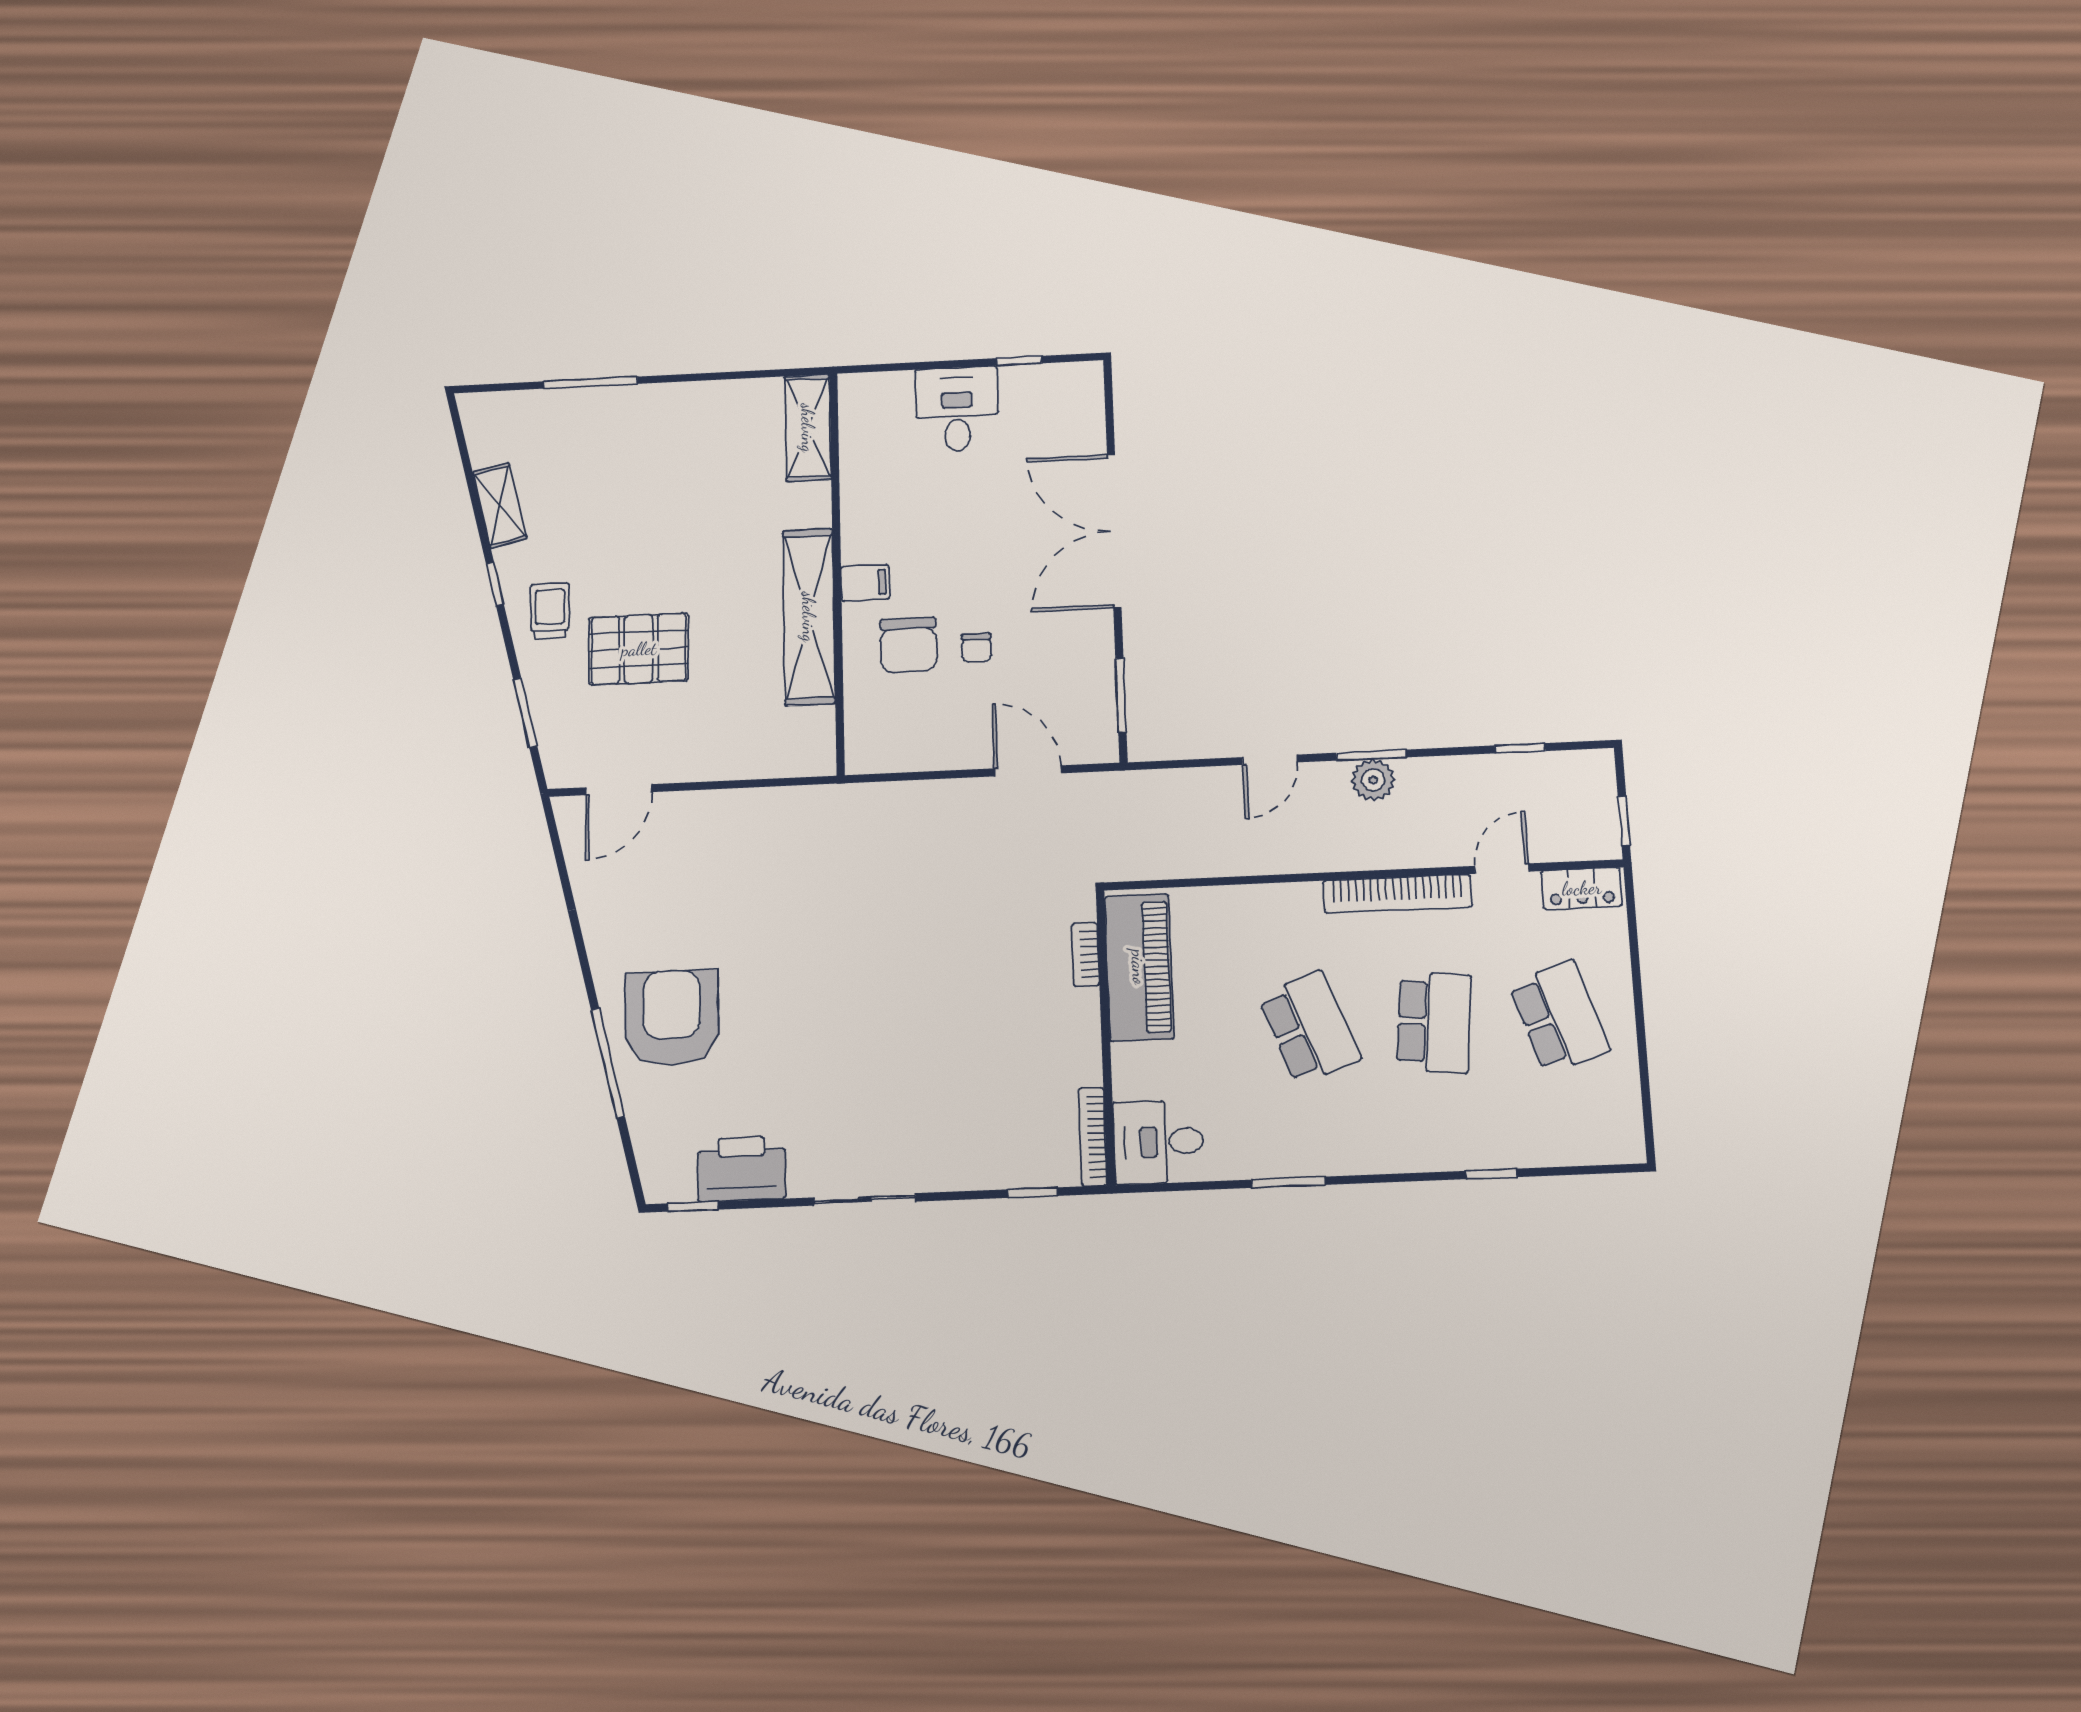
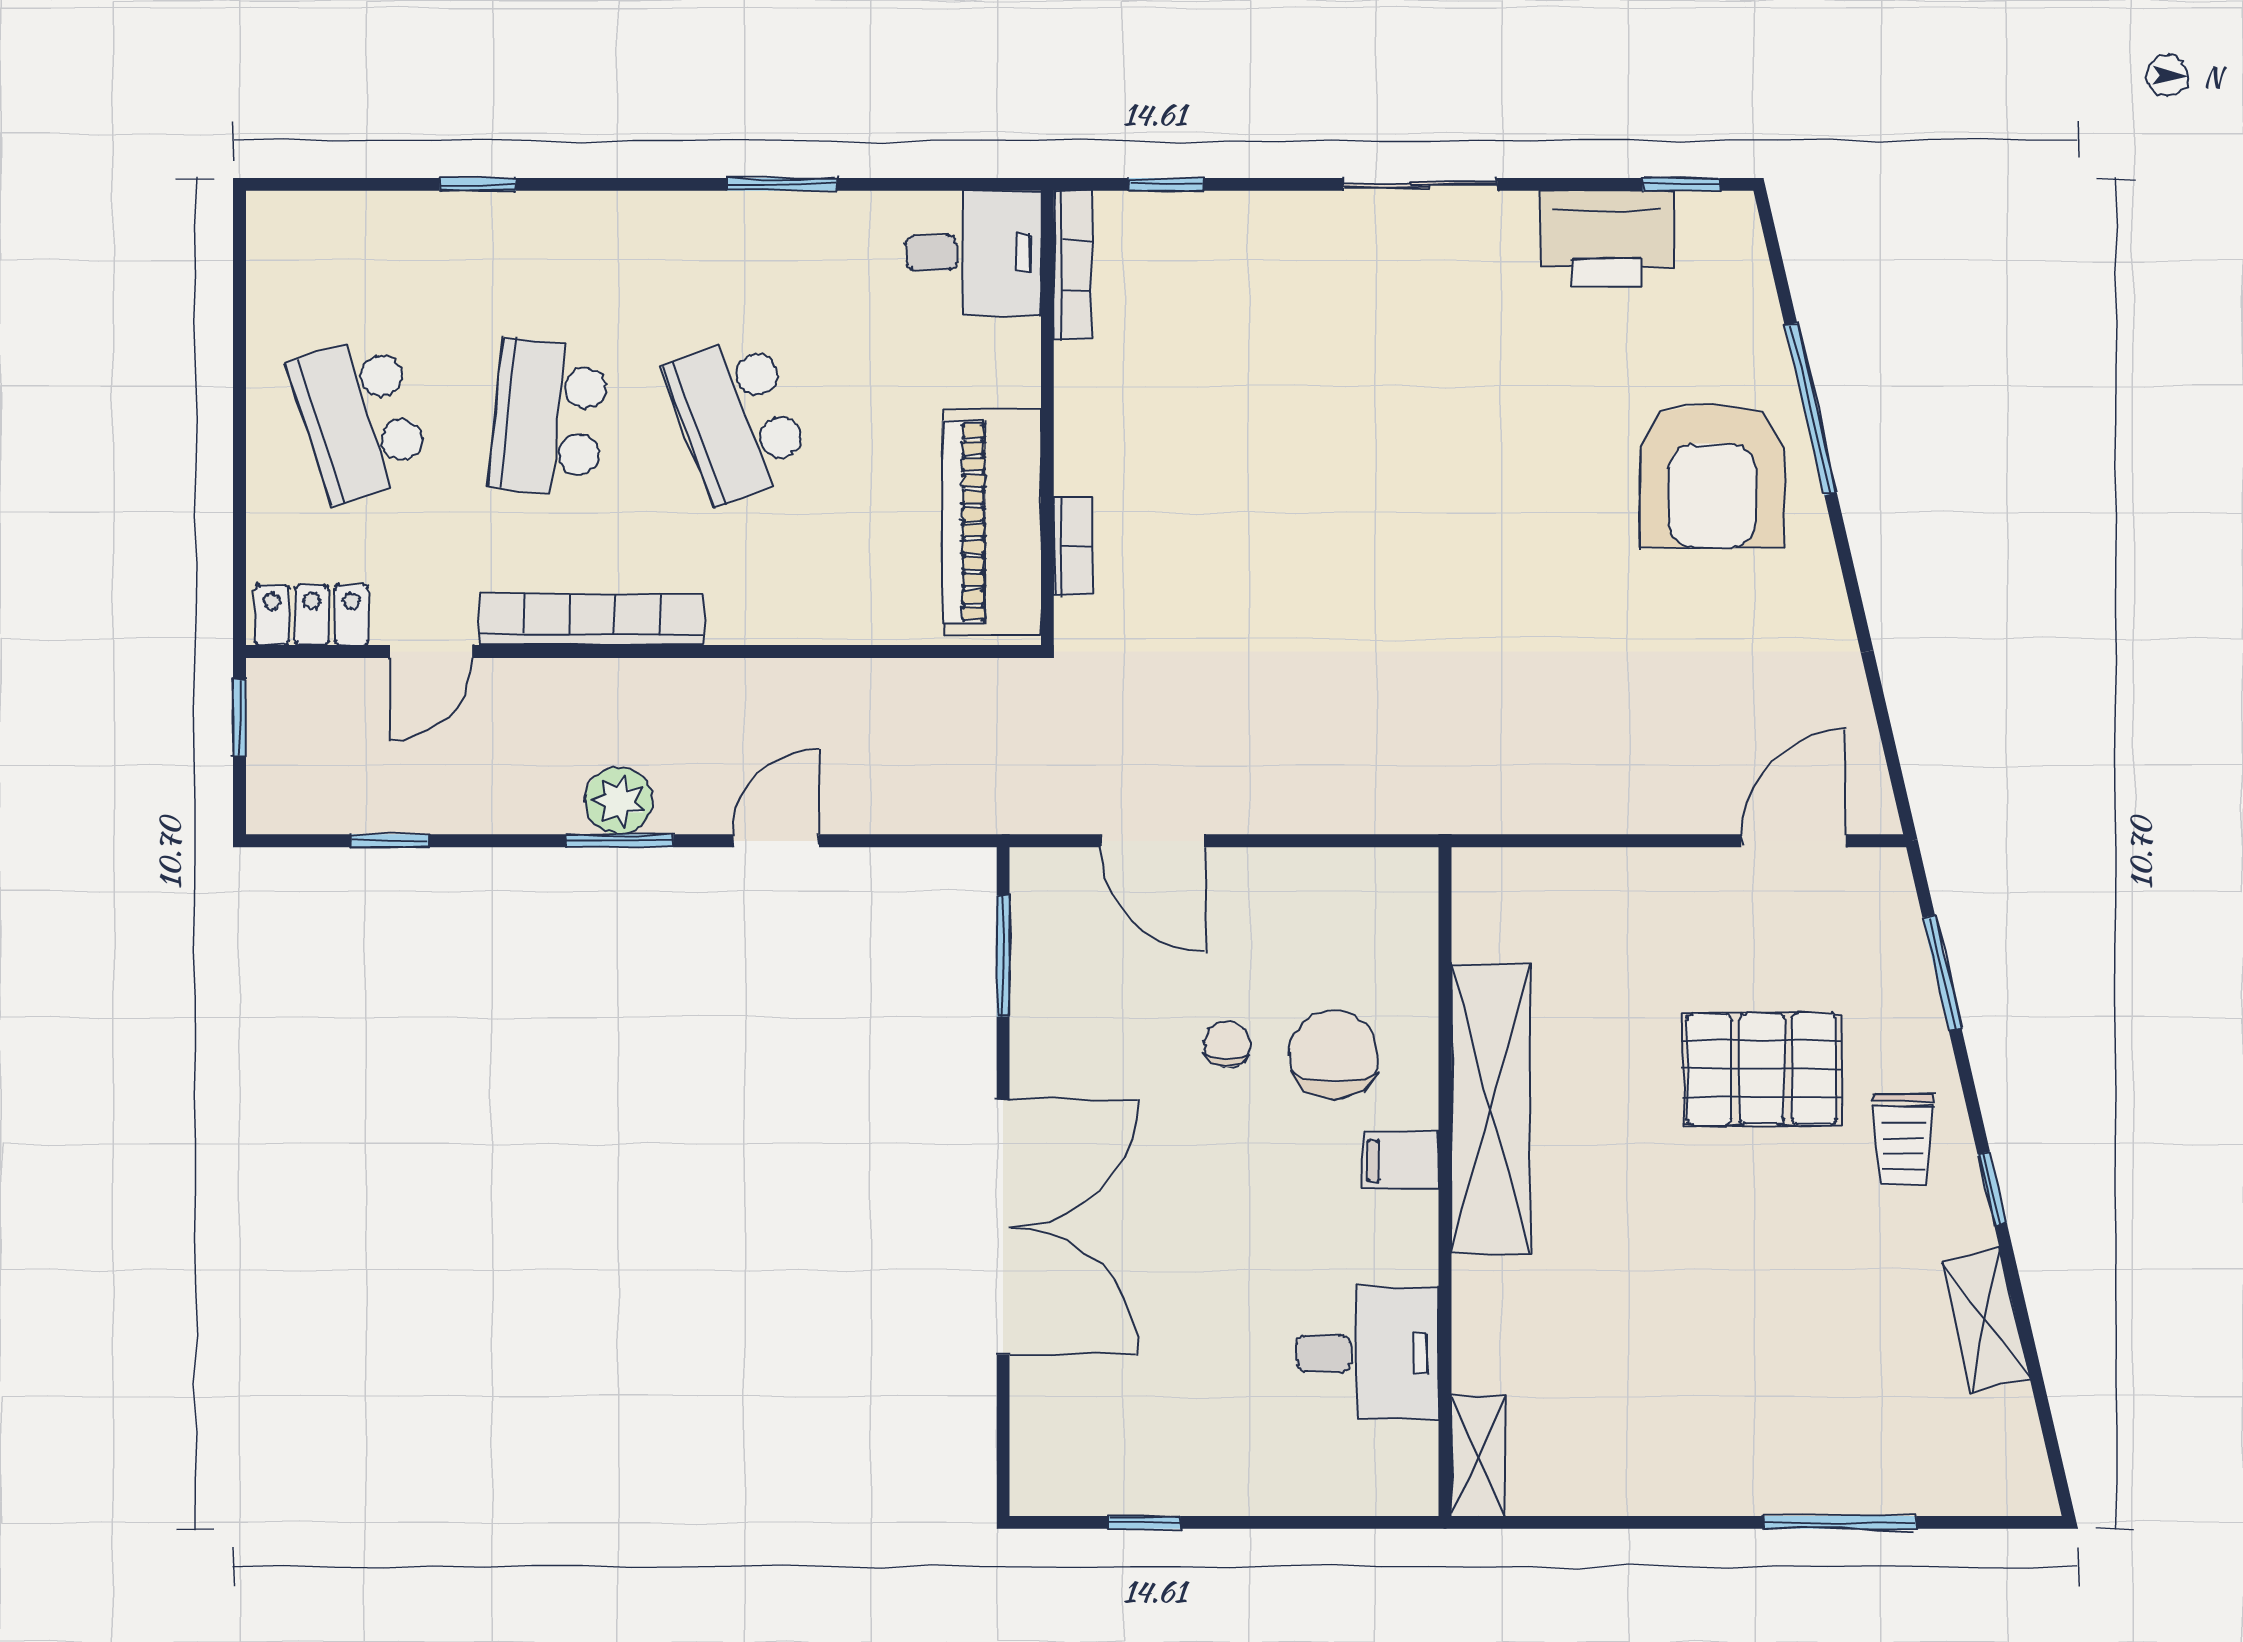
desk: (957, 409) -> (1367, 1353), moved, turned -90
shelving: (808, 428) -> (1478, 1456), width x0.67, depth x0.75

